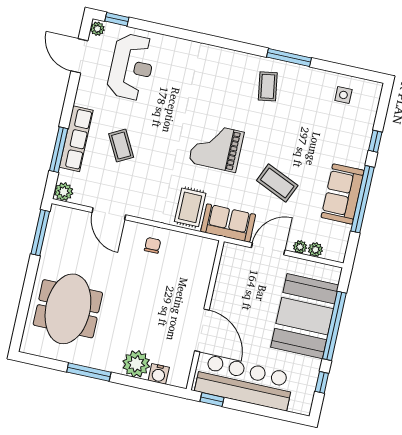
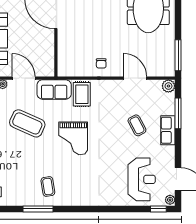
reception desk: (131, 67) -> (142, 179), turned 180
row of seats: (76, 139) -> (168, 130), width x0.68
grand piano: (216, 147) -> (73, 138), turned 90
coffee table: (277, 183) -> (27, 123), width x1.36, depth x1.32
door: (268, 249) -> (24, 78), swing flipped

